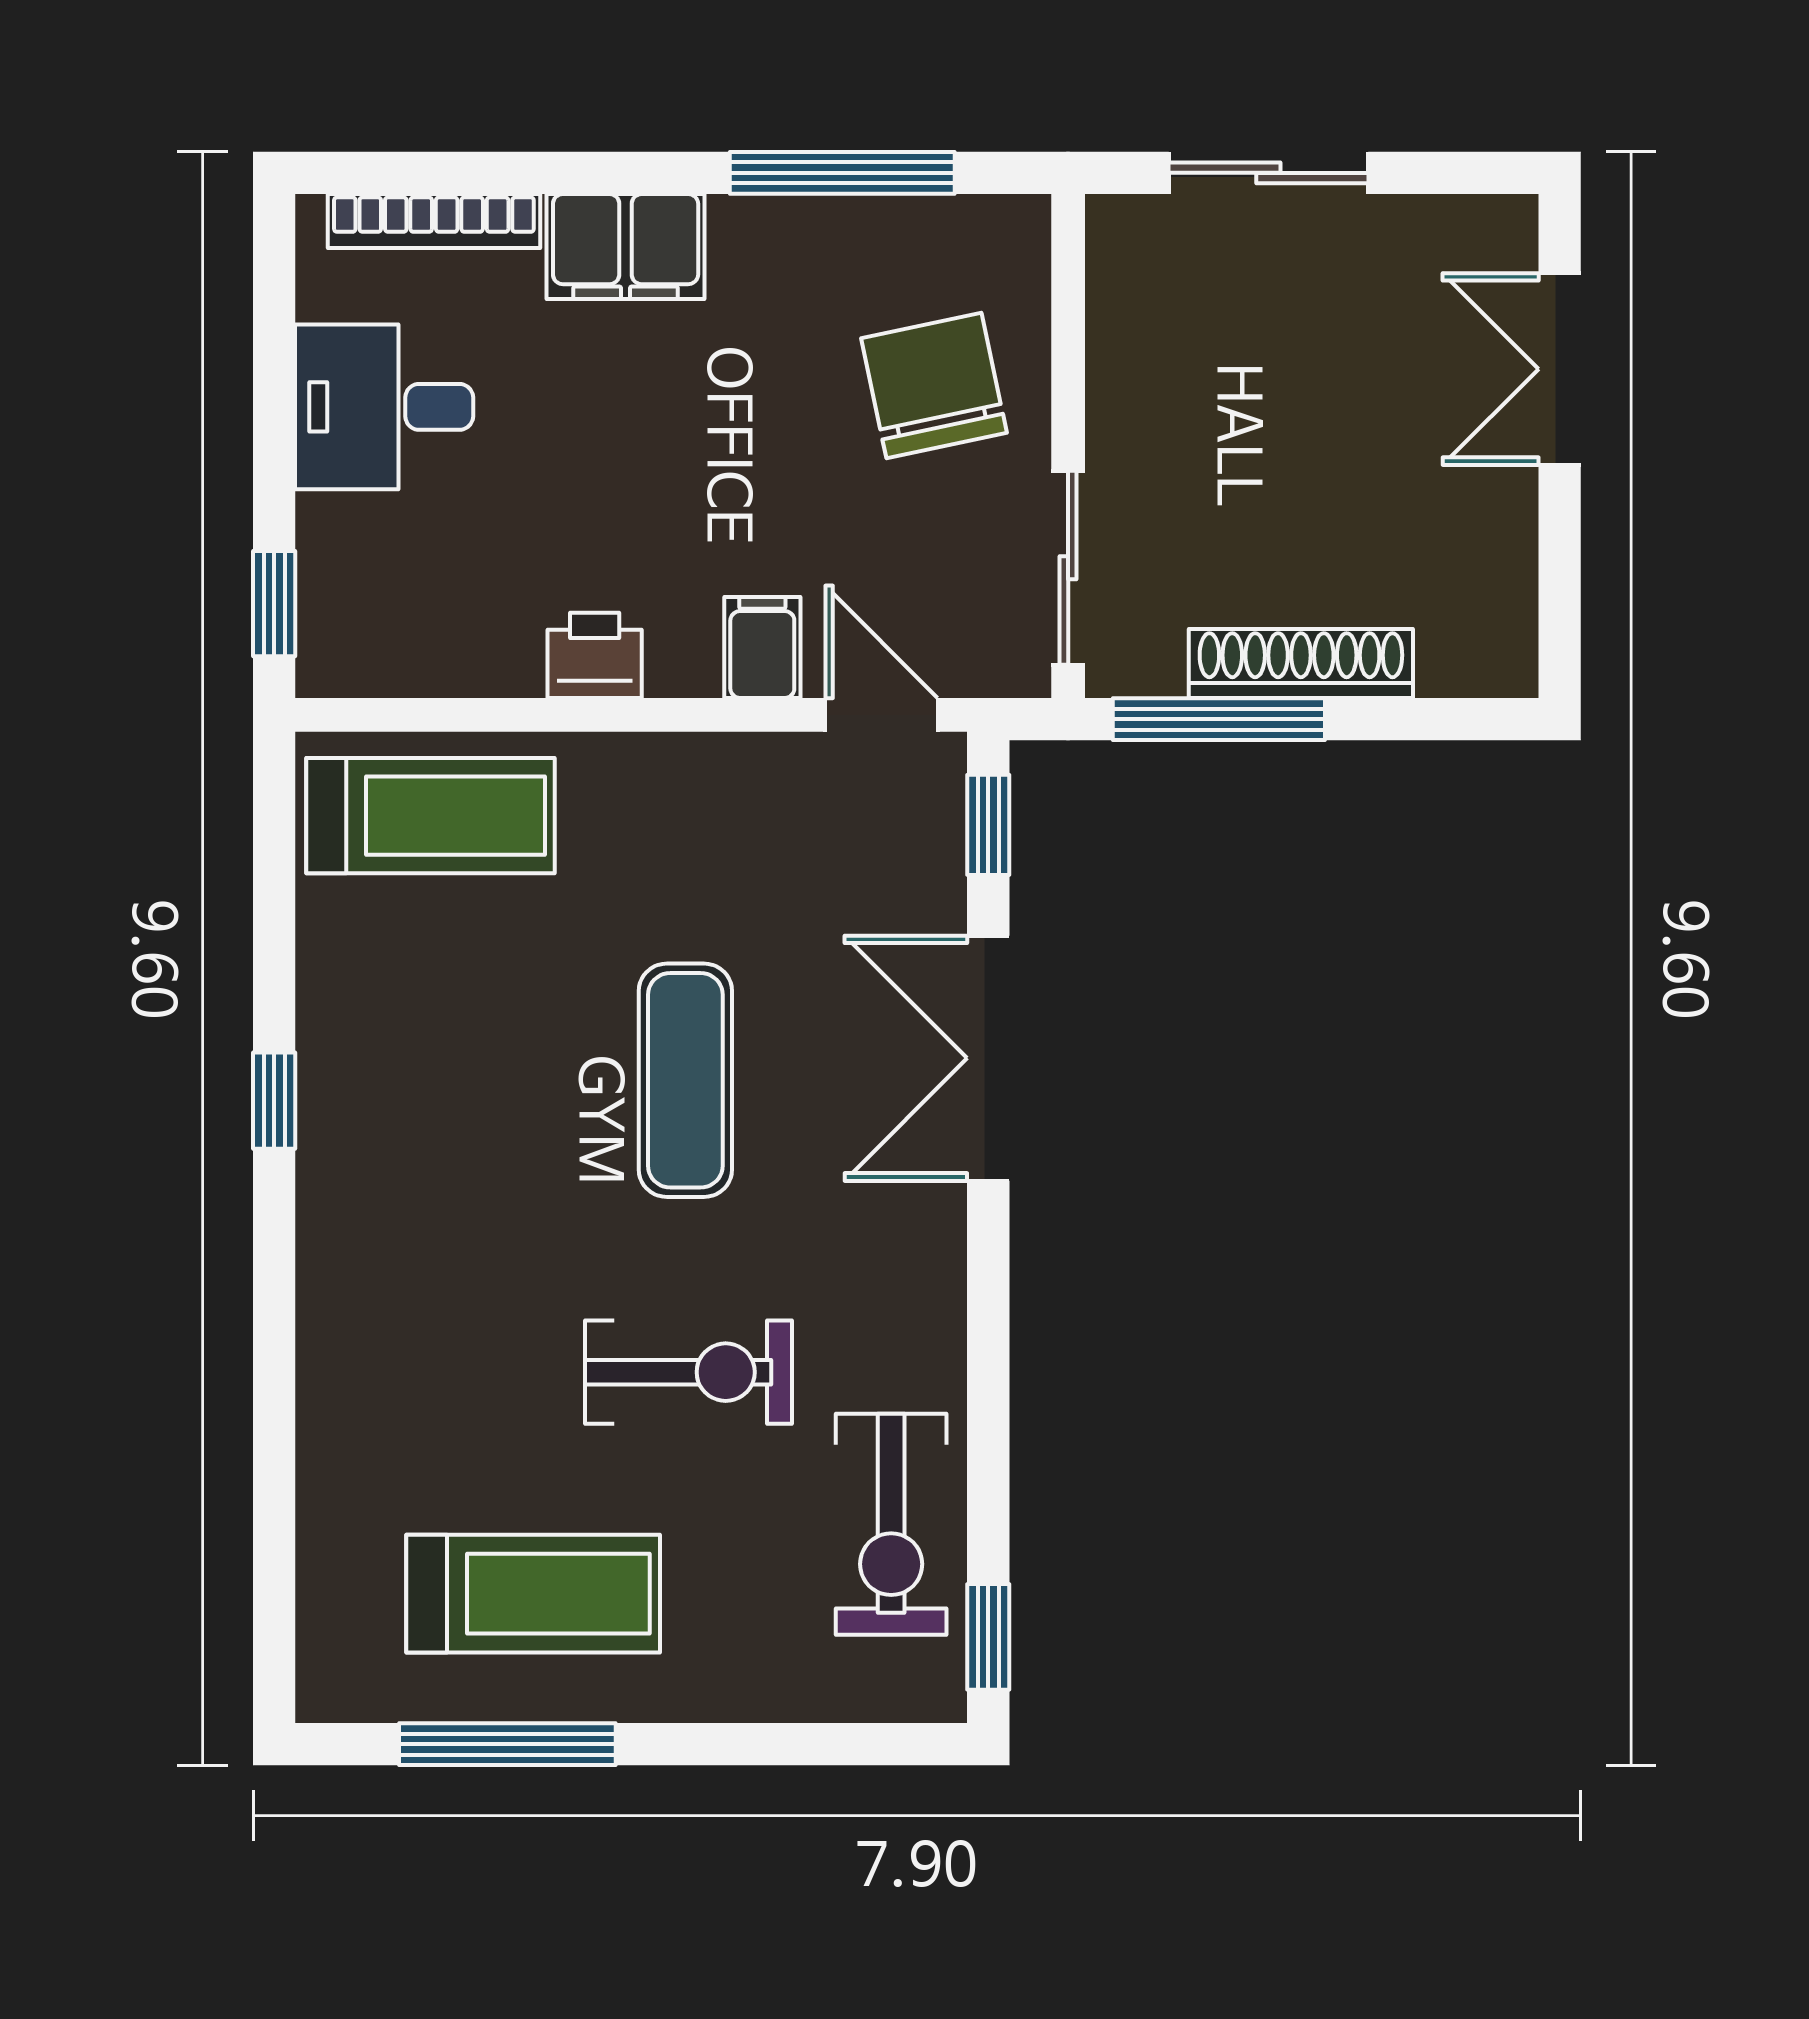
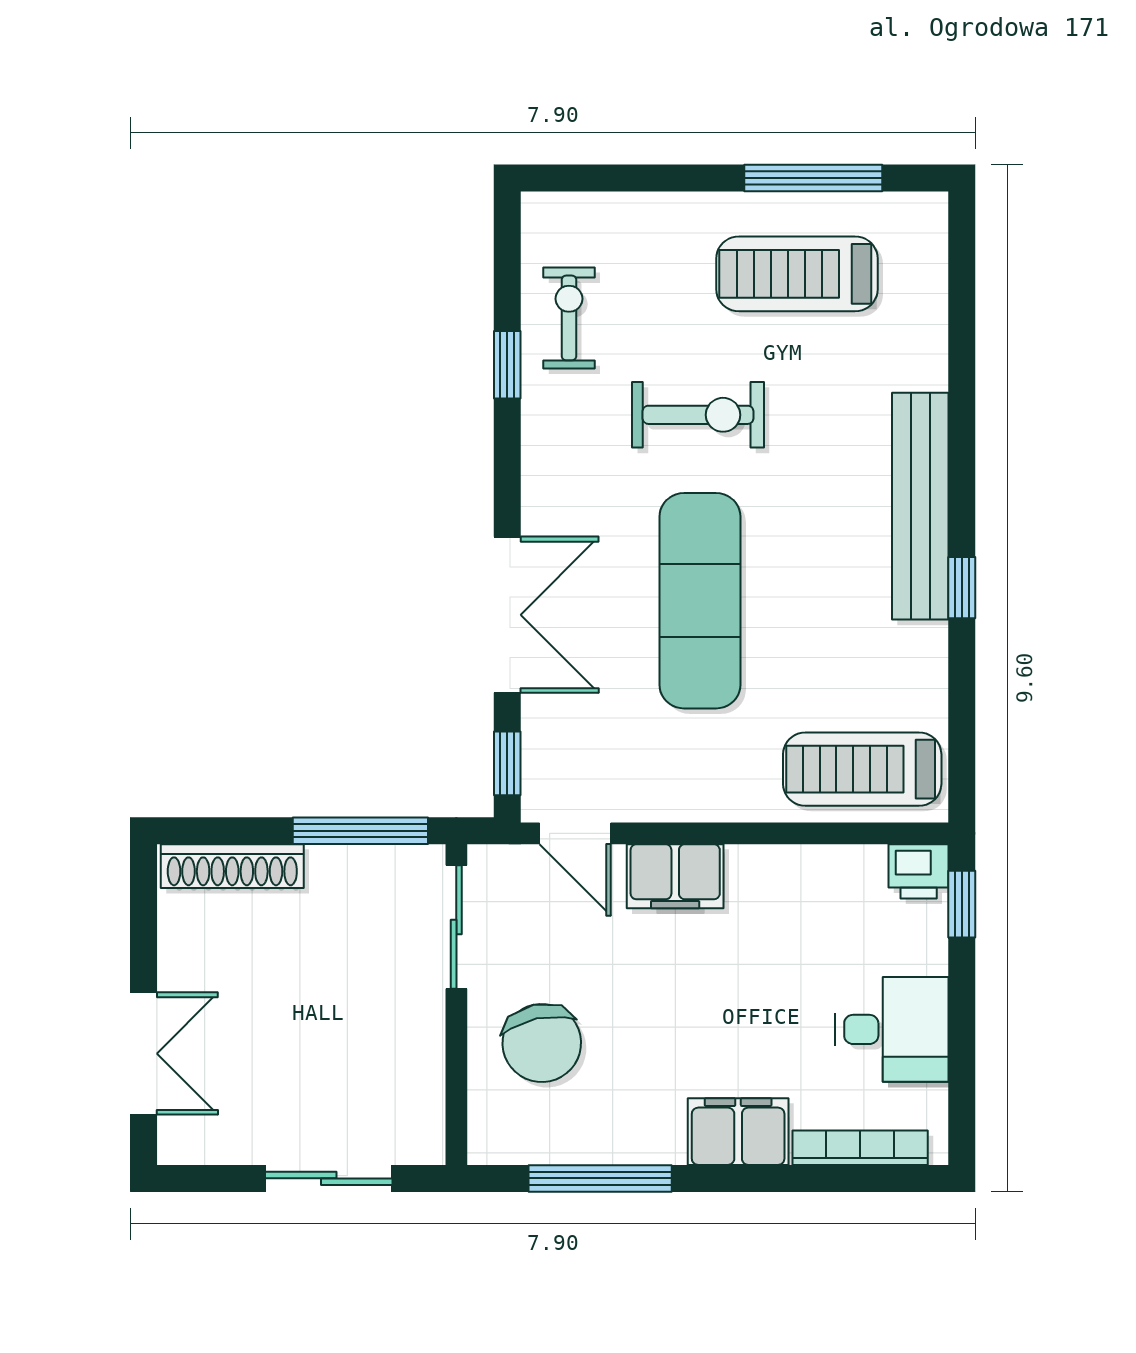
filing cabinet: (762, 647) -> (675, 876), width x2.00
printer: (595, 655) -> (919, 871), moved
shoe rack: (1301, 663) -> (232, 866), moved
exercise mat: (685, 1080) -> (700, 601), width x1.36, depth x1.45
bench: (339, 1229) -> (920, 506), added
exercise bike: (689, 1372) -> (698, 415), turned 180
exercise bike: (891, 1524) -> (569, 318), width x0.73, depth x0.72
window: (988, 1637) -> (507, 365), moved

